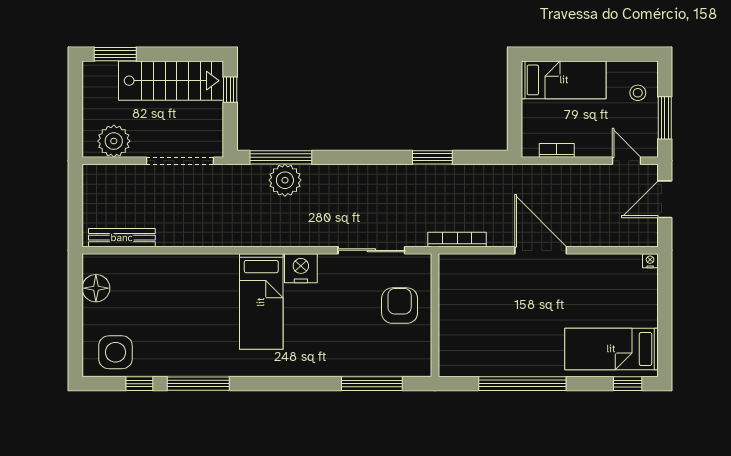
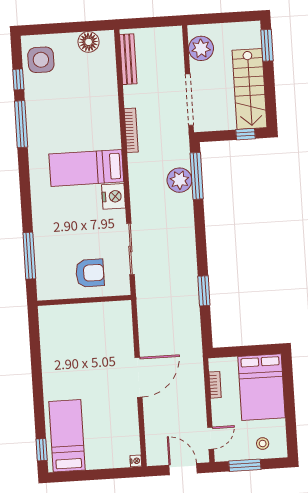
bed: (564, 80) -> (262, 387), width x1.50
bookcase: (457, 239) -> (131, 130), moved
window: (522, 384) -> (37, 370), removed

